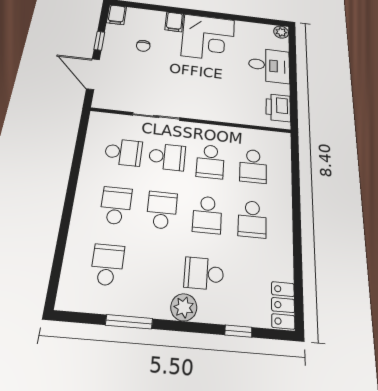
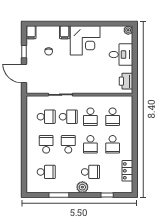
school desk: (107, 265) -> (46, 172), turned 90
school desk: (204, 274) -> (90, 172), turned 180
locker: (283, 305) -> (127, 171), moved

